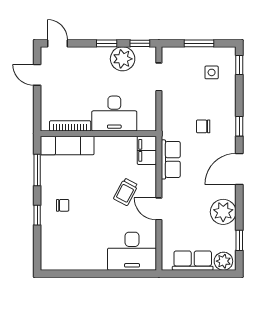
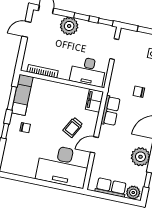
plant: (123, 59) -> (69, 26), moved
door: (37, 75) -> (26, 29), hinge flipped
desk: (114, 114) -> (88, 71), moved
exam couch: (67, 145) -> (22, 95), moved, turned -90
door: (159, 209) -> (94, 145), hinge flipped
desk: (132, 251) -> (63, 166), width x1.36, depth x1.30

